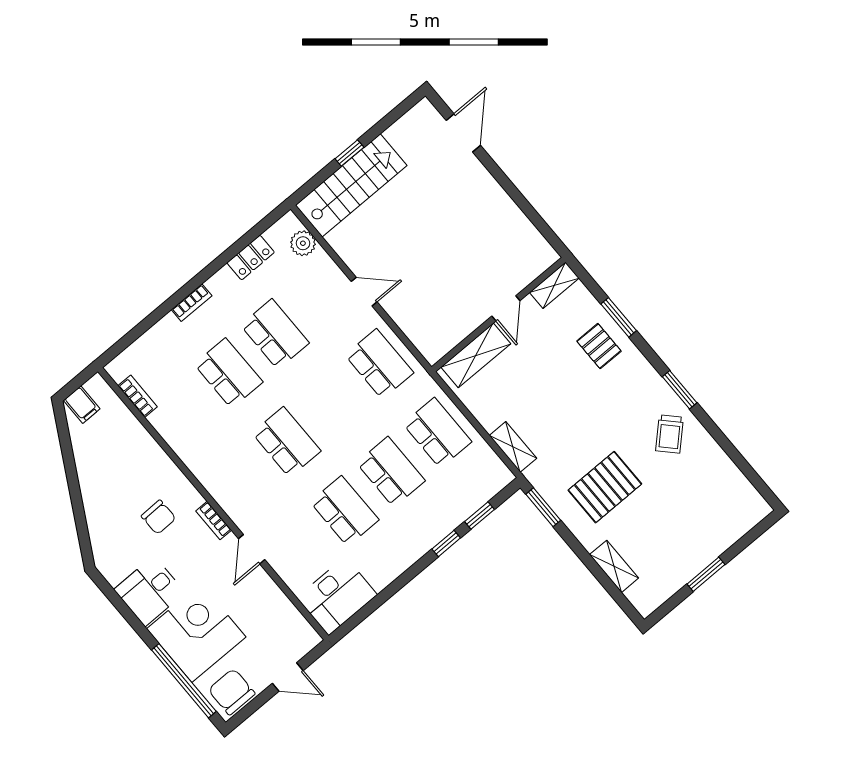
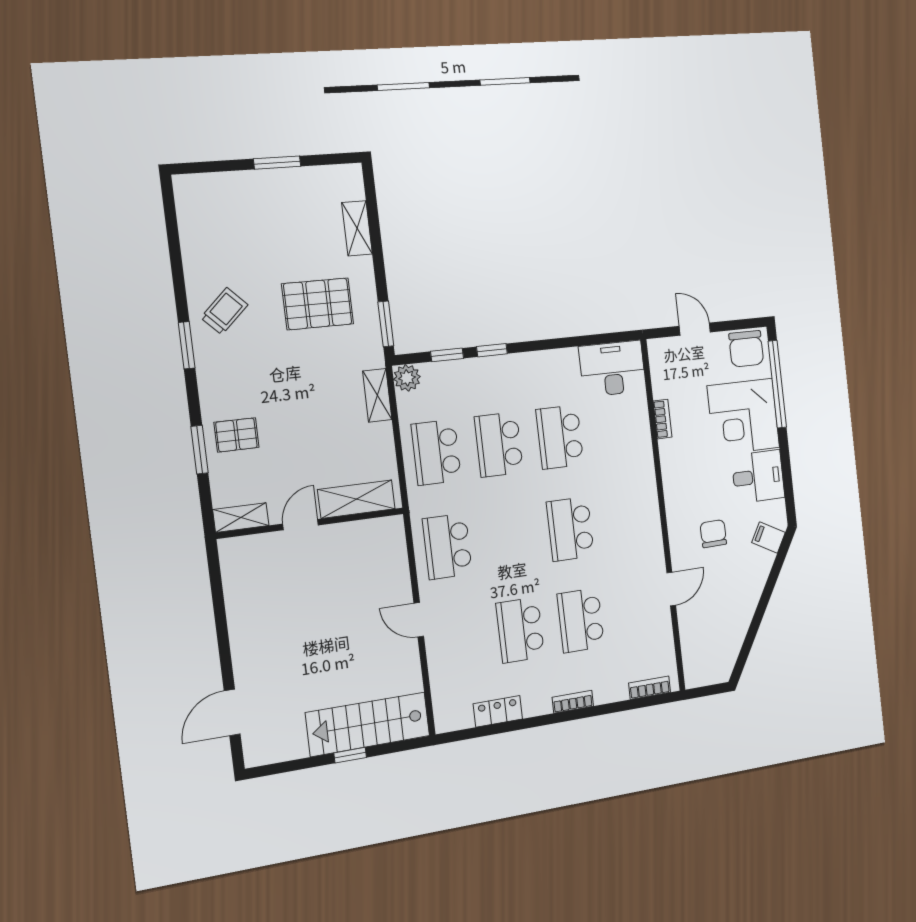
plant: (303, 243) -> (407, 378), moved
pallet: (599, 346) -> (236, 435), turned 90
bookcase: (138, 396) -> (650, 688), moved, turned 90
filing cabinet: (82, 405) -> (769, 538), moved, turned -61
bookcase: (214, 520) -> (662, 419), moved
door: (252, 549) -> (671, 589), moved

